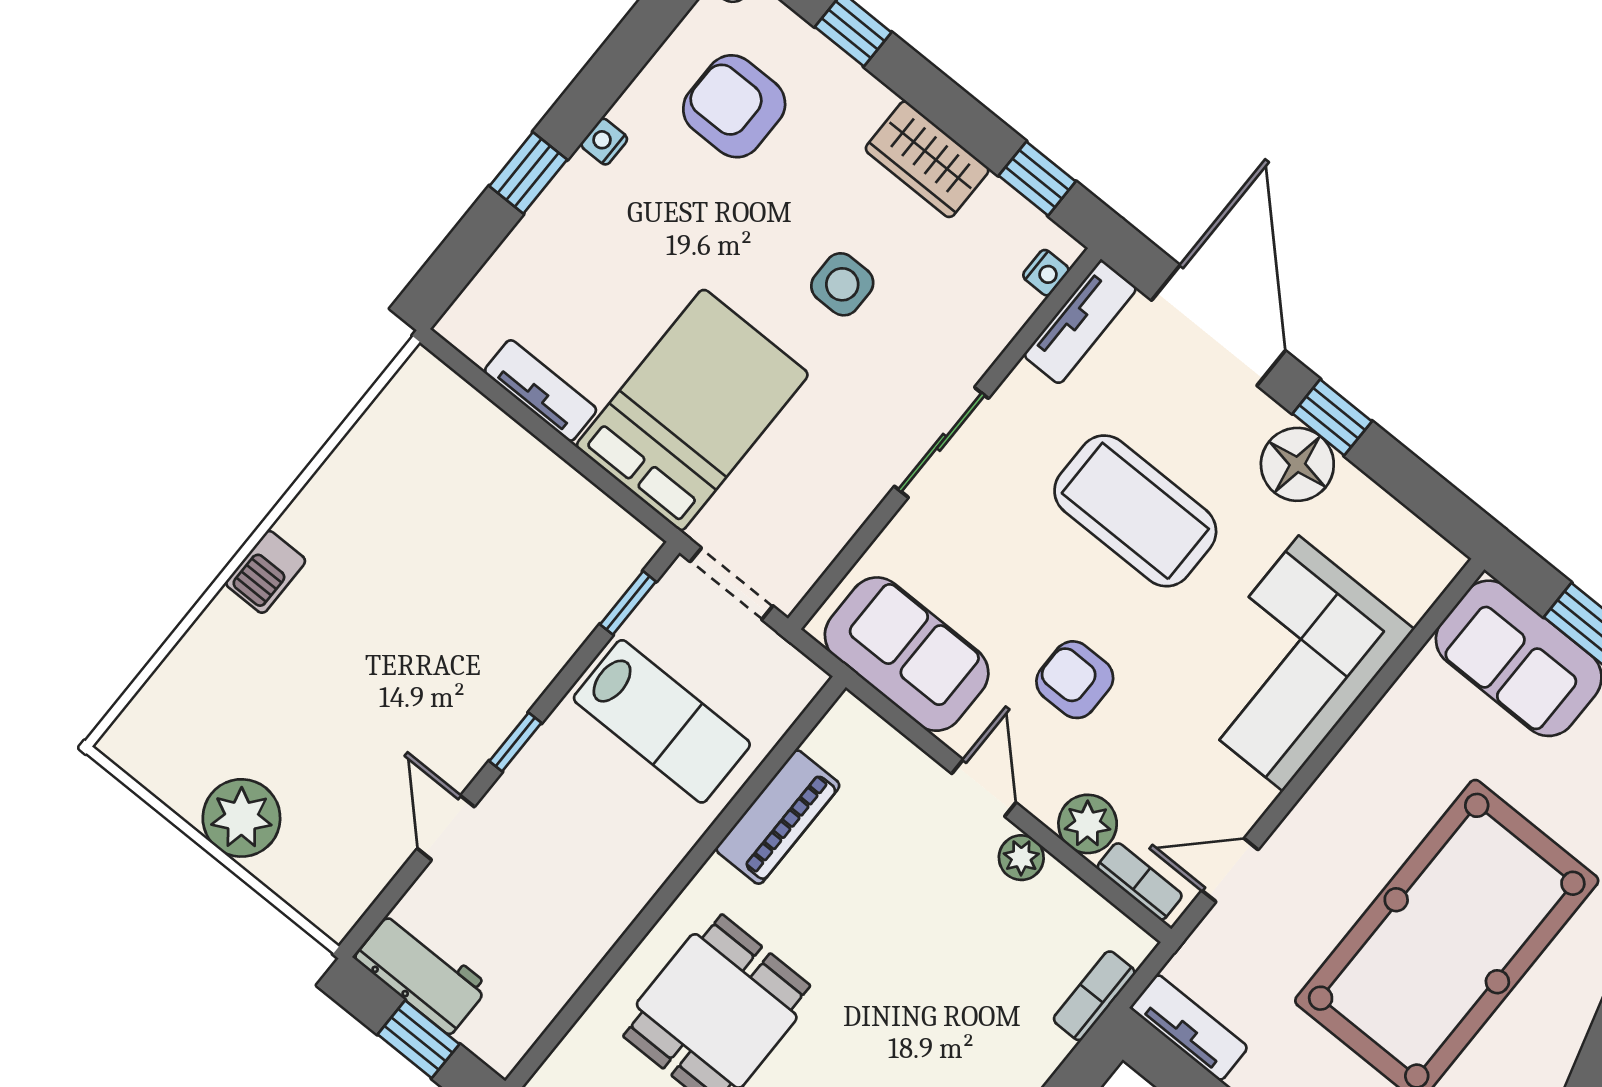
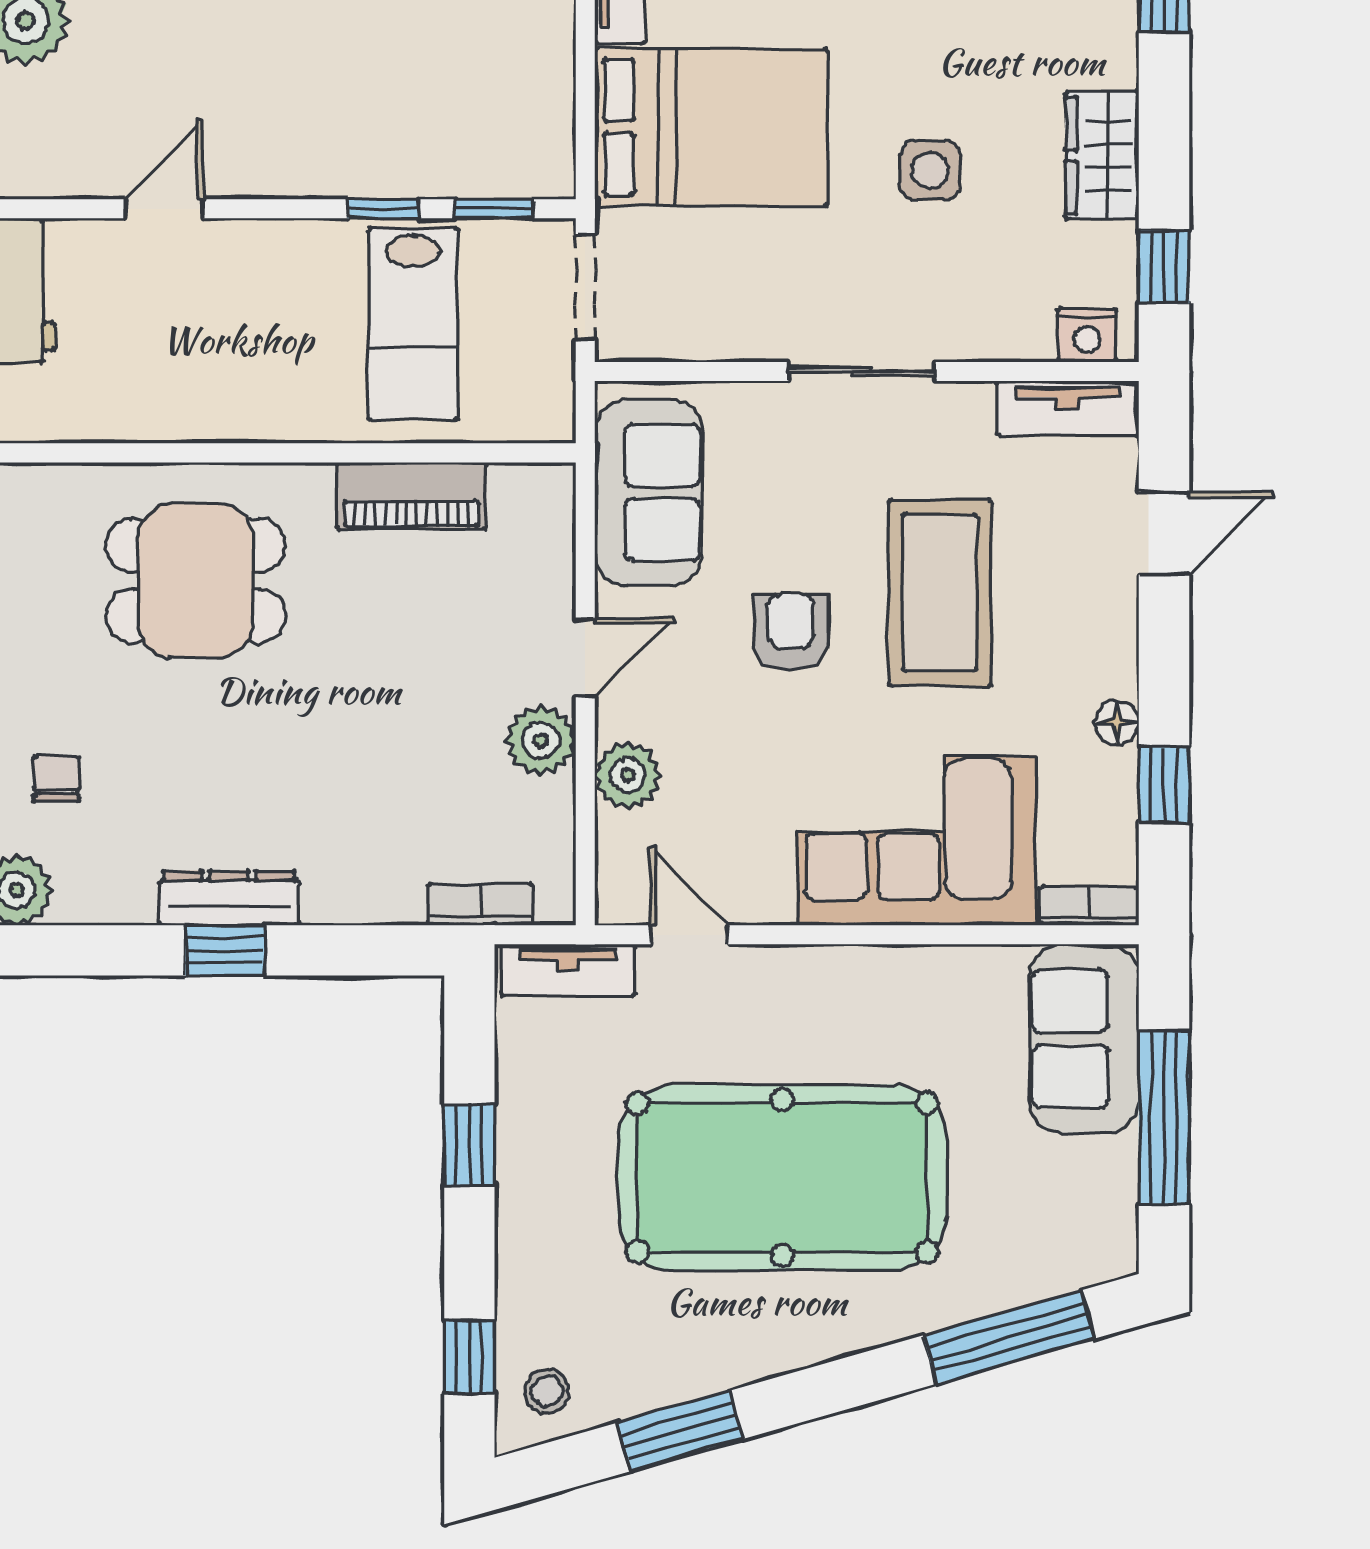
nightstand: (1046, 273) -> (1087, 335), width x1.39, depth x1.35
door: (1219, 325) -> (1164, 533), width x0.53
window: (1332, 417) -> (1164, 785), moved
floor lamp: (1297, 464) -> (1117, 723), width x0.53, depth x0.53
armchair: (1075, 680) -> (791, 632), moved
window: (515, 742) -> (383, 209), moved
plant: (1021, 858) -> (541, 741), width x1.38, depth x1.38
bookcase: (1140, 881) -> (1090, 906), moved, turned -90
tv unit: (1189, 1028) -> (568, 970), moved, turned 90

